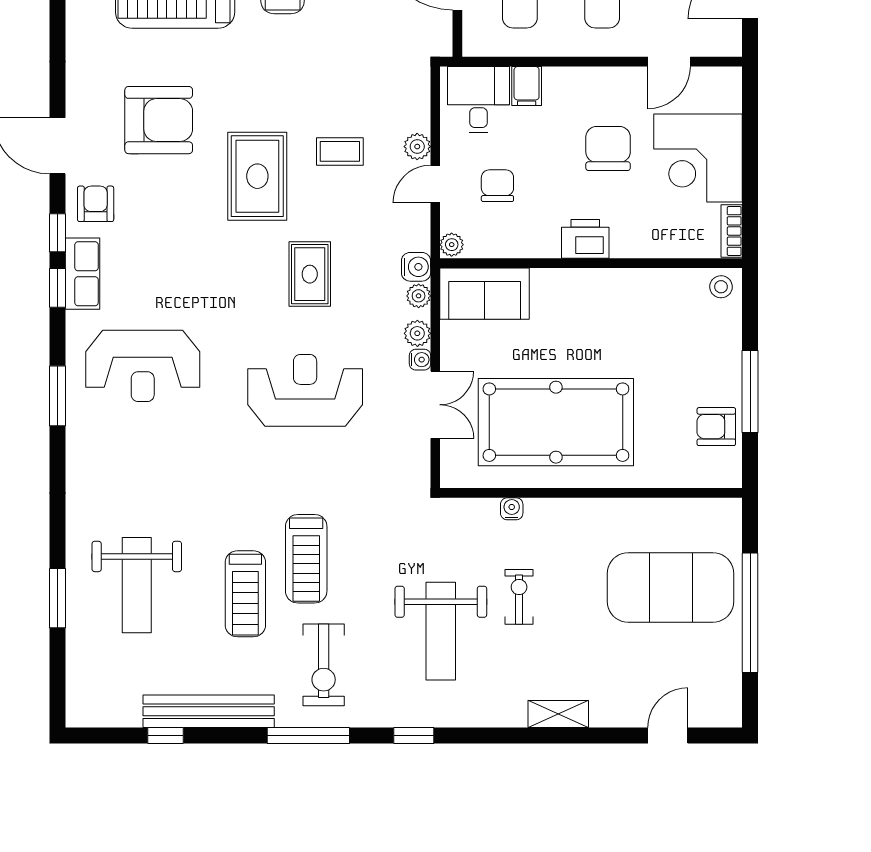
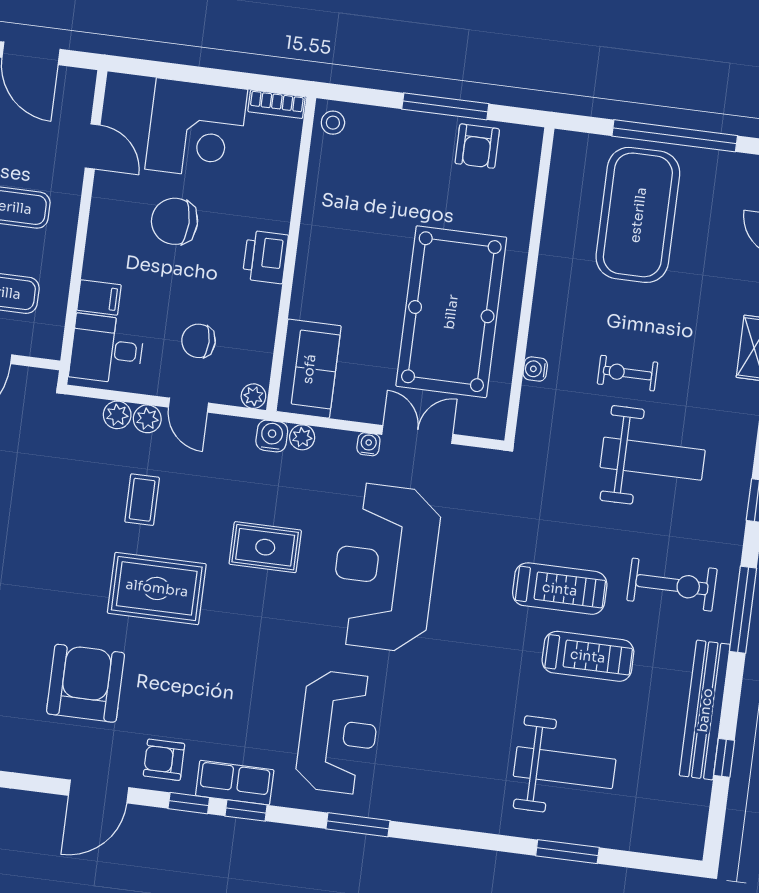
plant: (417, 333) -> (117, 415), moved
reception desk: (305, 390) -> (385, 567), width x1.36, depth x1.30

